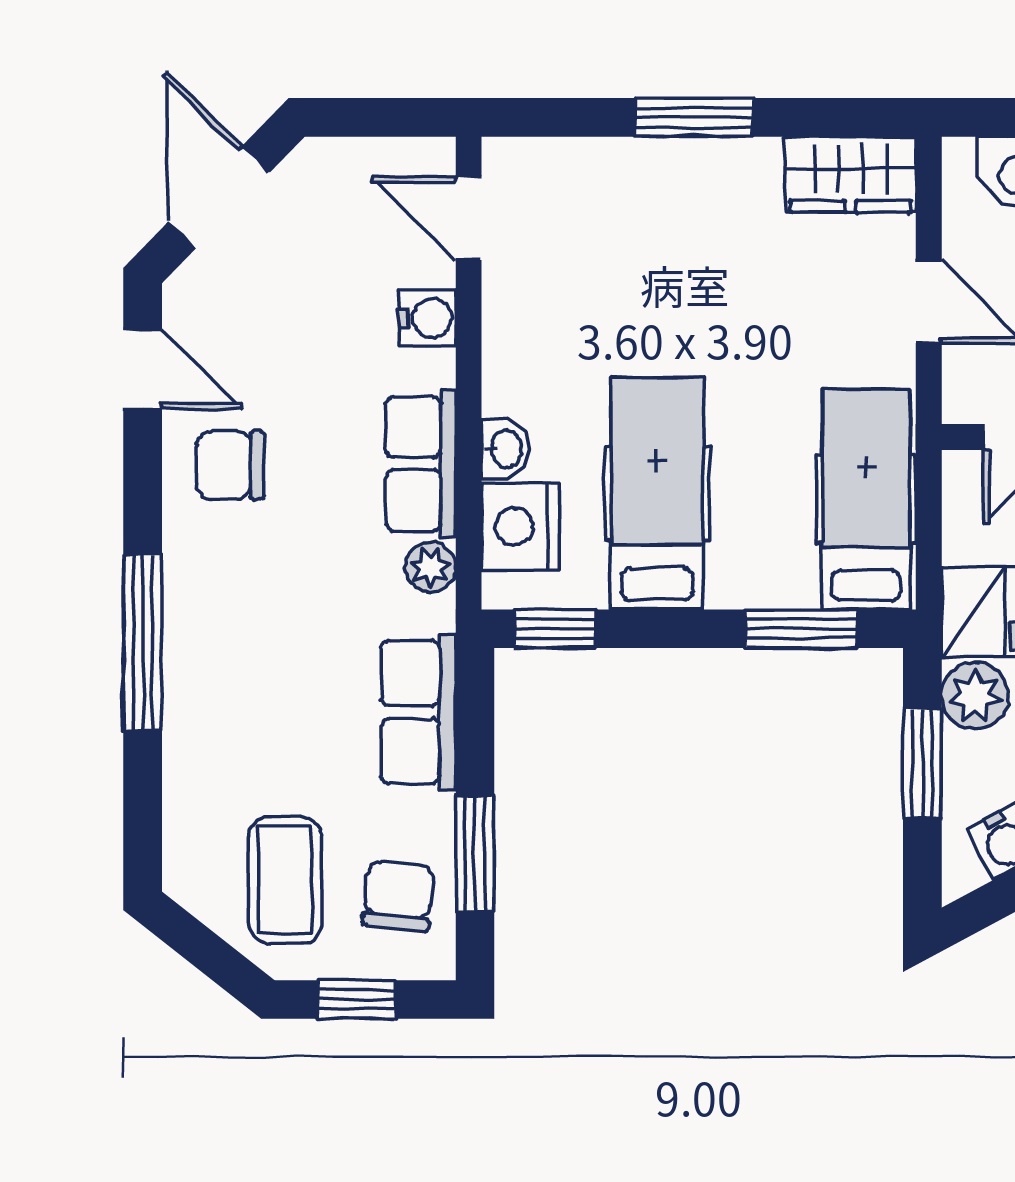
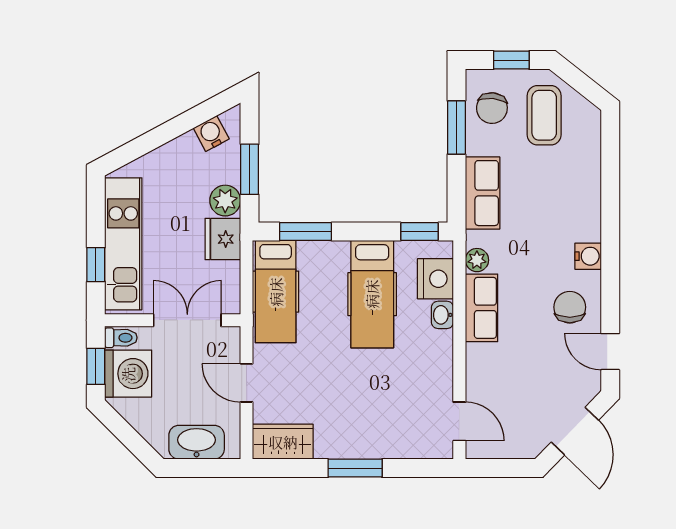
water cooler: (427, 318) -> (588, 256), moved, turned 180
chair: (230, 465) -> (570, 307), turned -90
window: (143, 642) -> (610, 225), removed

